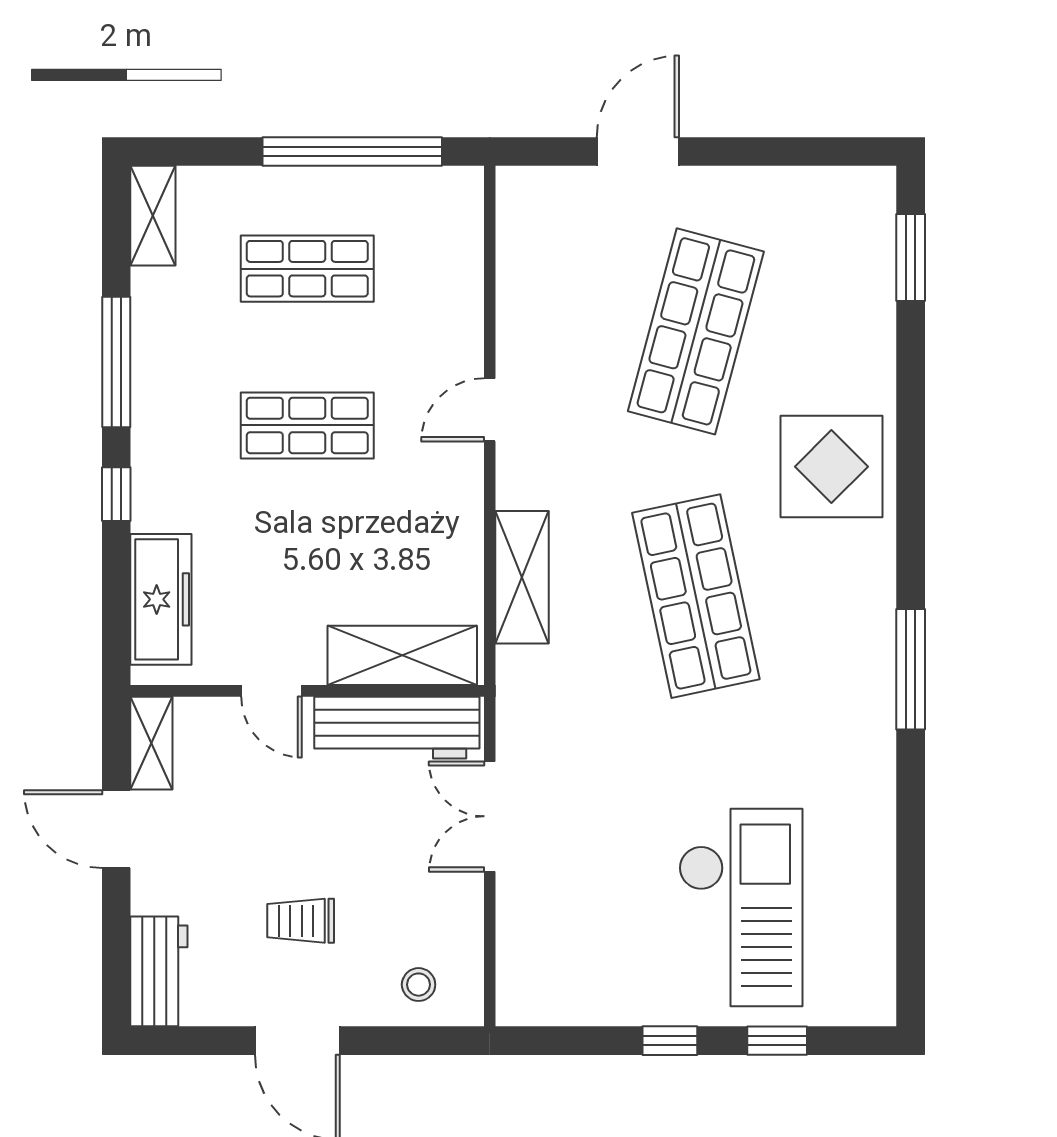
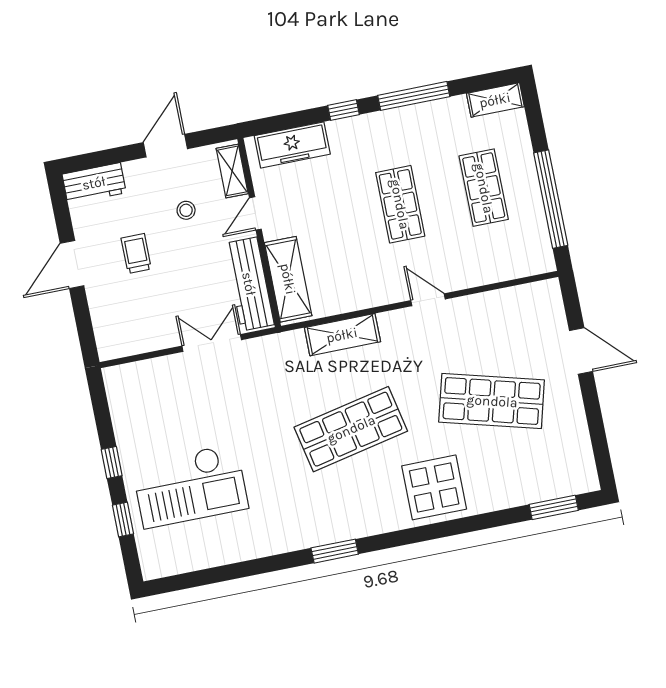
window: (911, 669) -> (335, 551), width x0.69
shelving: (151, 743) -> (232, 171), moved, turned 90
stool: (419, 985) -> (186, 210), moved

